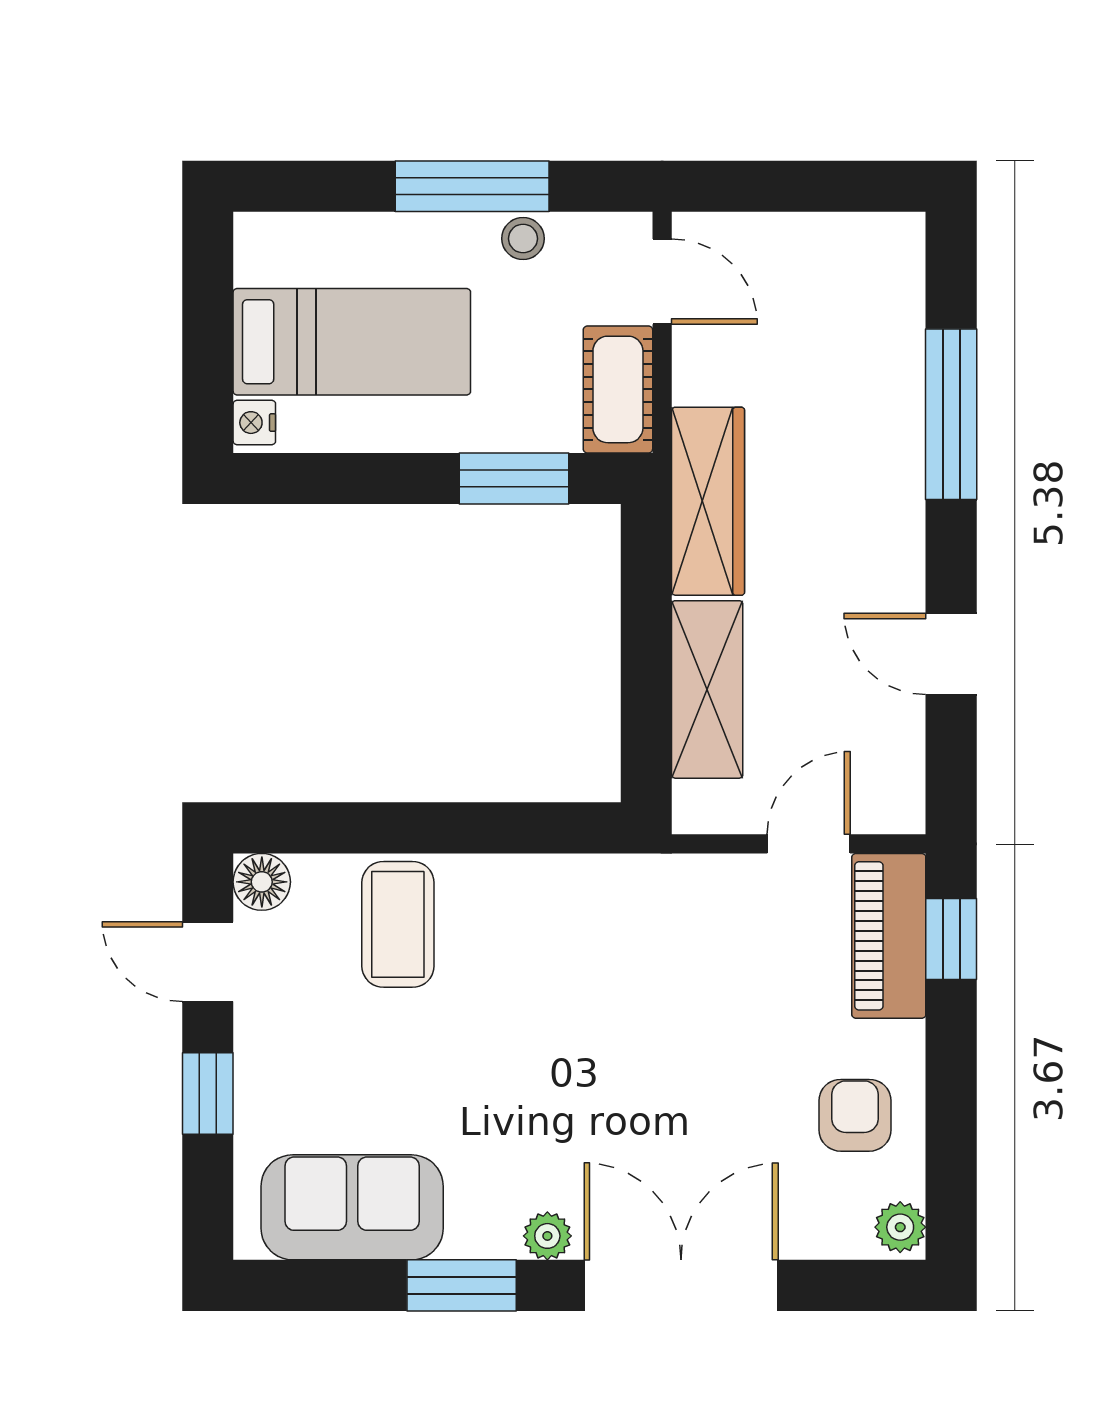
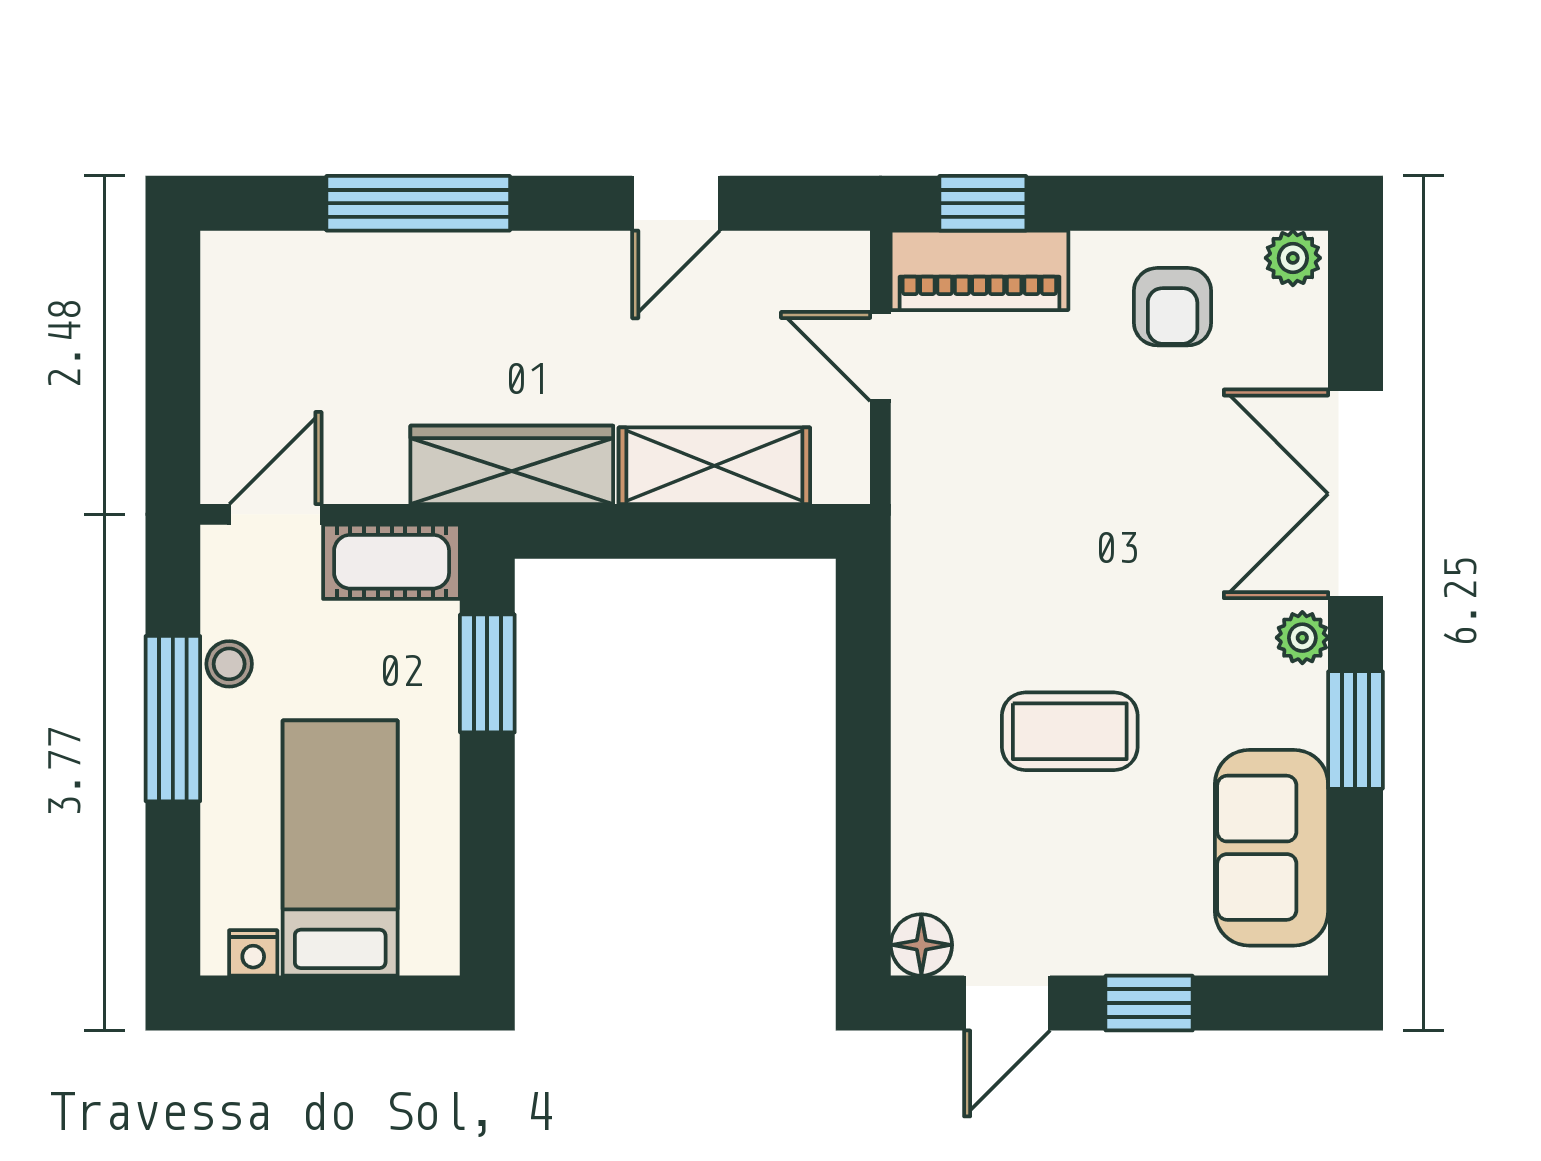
nightstand: (254, 423) -> (253, 953), moved
coffee table: (398, 924) -> (1070, 731), moved
armchair: (855, 1115) -> (1173, 307), turned -90

